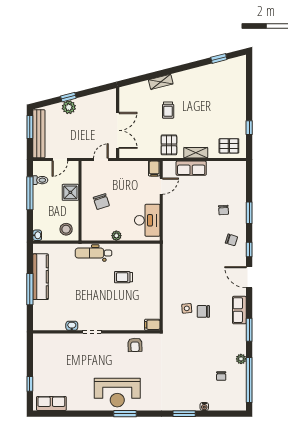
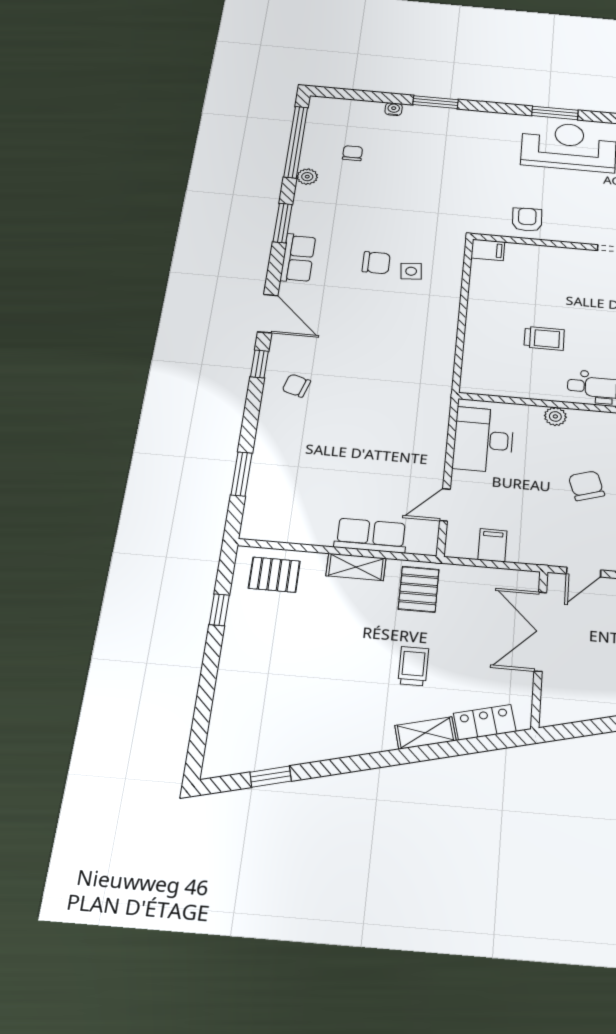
locker: (138, 89) -> (485, 722), added
filing cabinet: (154, 169) -> (492, 545), moved
chair: (224, 210) -> (306, 444), removed
window: (249, 213) -> (242, 474), moved

